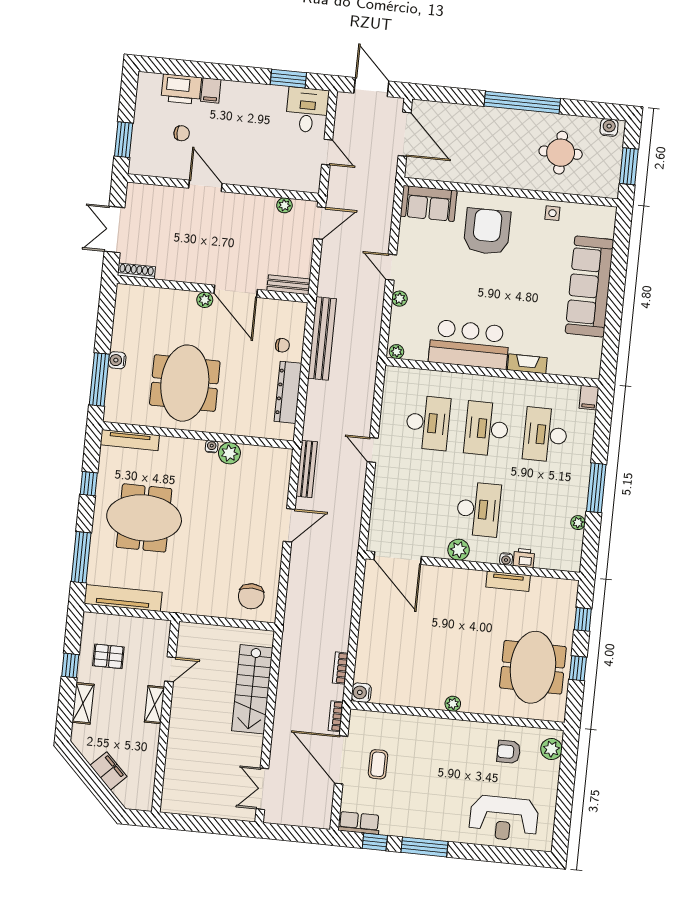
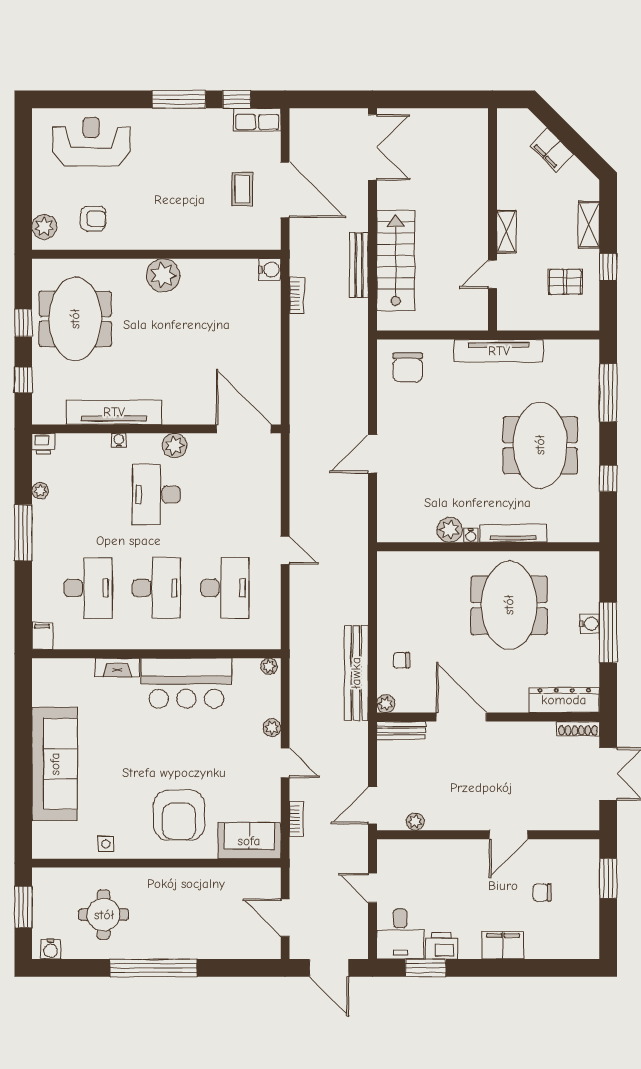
printer: (181, 89) -> (441, 946), moved, width x0.73, depth x0.84
filing cabinet: (211, 90) -> (503, 945), width x2.00
door: (405, 134) -> (285, 918), width x0.73
door: (205, 186) -> (509, 835), hinge flipped
plant: (205, 300) -> (386, 703), moved
window: (99, 380) -> (608, 632), moved
dresser: (288, 392) -> (564, 700), moved, turned -90
desk: (428, 423) -> (225, 588), turned 180
tv unit: (130, 440) -> (513, 533), moved
bench: (307, 469) -> (359, 265), moved
meeting table: (144, 518) -> (540, 445), turned 90
printer: (524, 558) -> (44, 444), moved
tv unit: (508, 581) -> (114, 412), width x1.92, depth x1.29
chair: (251, 596) -> (408, 368), turned 180
tv unit: (123, 598) -> (499, 351), moved
plant: (453, 704) -> (163, 275), width x1.87, depth x1.87
bookcase: (336, 716) -> (296, 819), moved
double door: (262, 789) -> (372, 147), width x1.37

